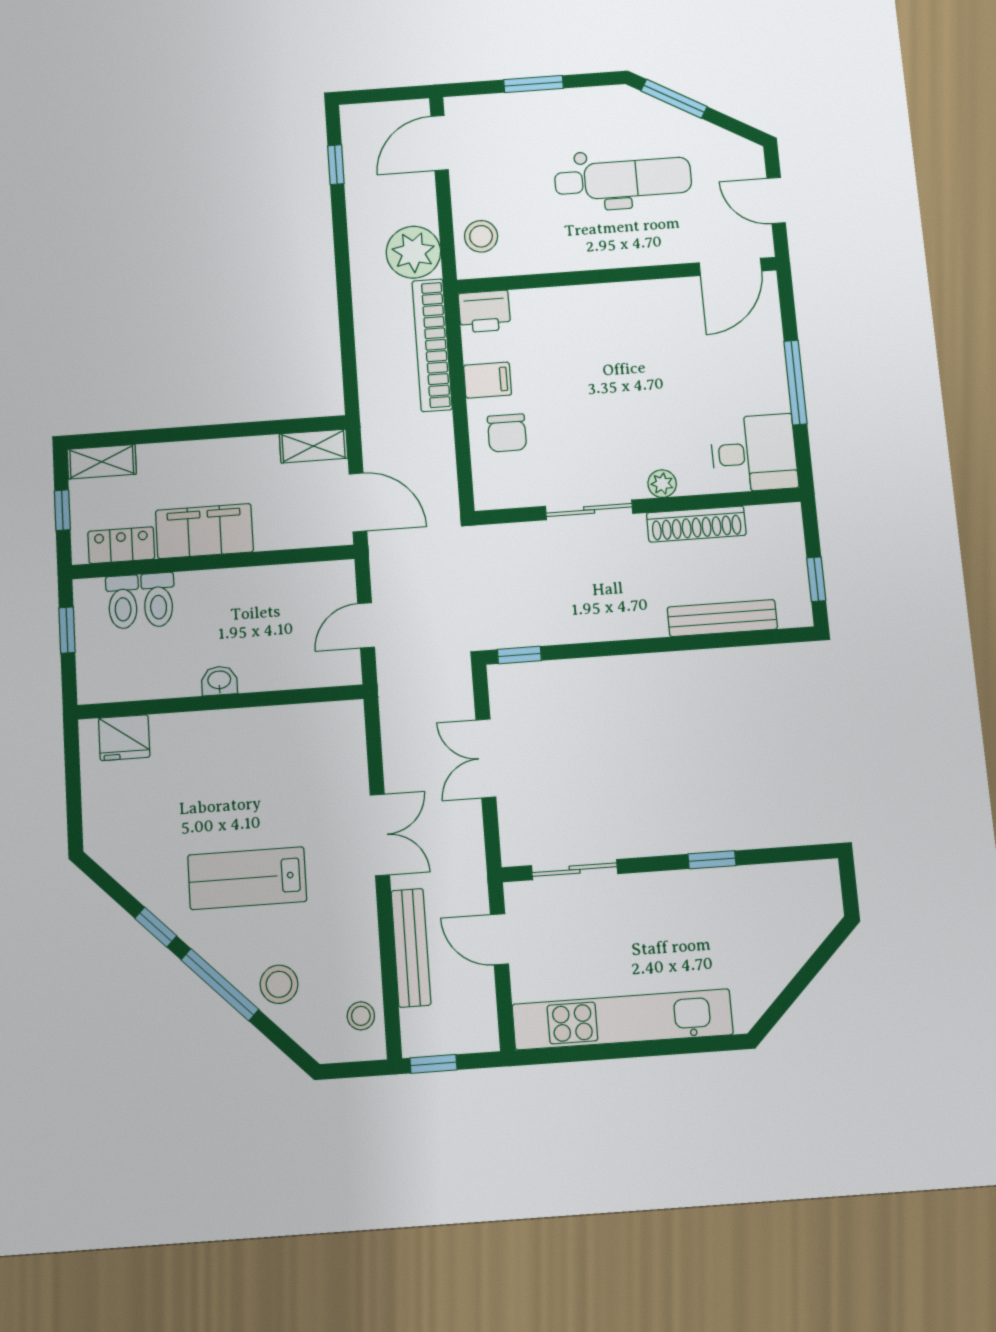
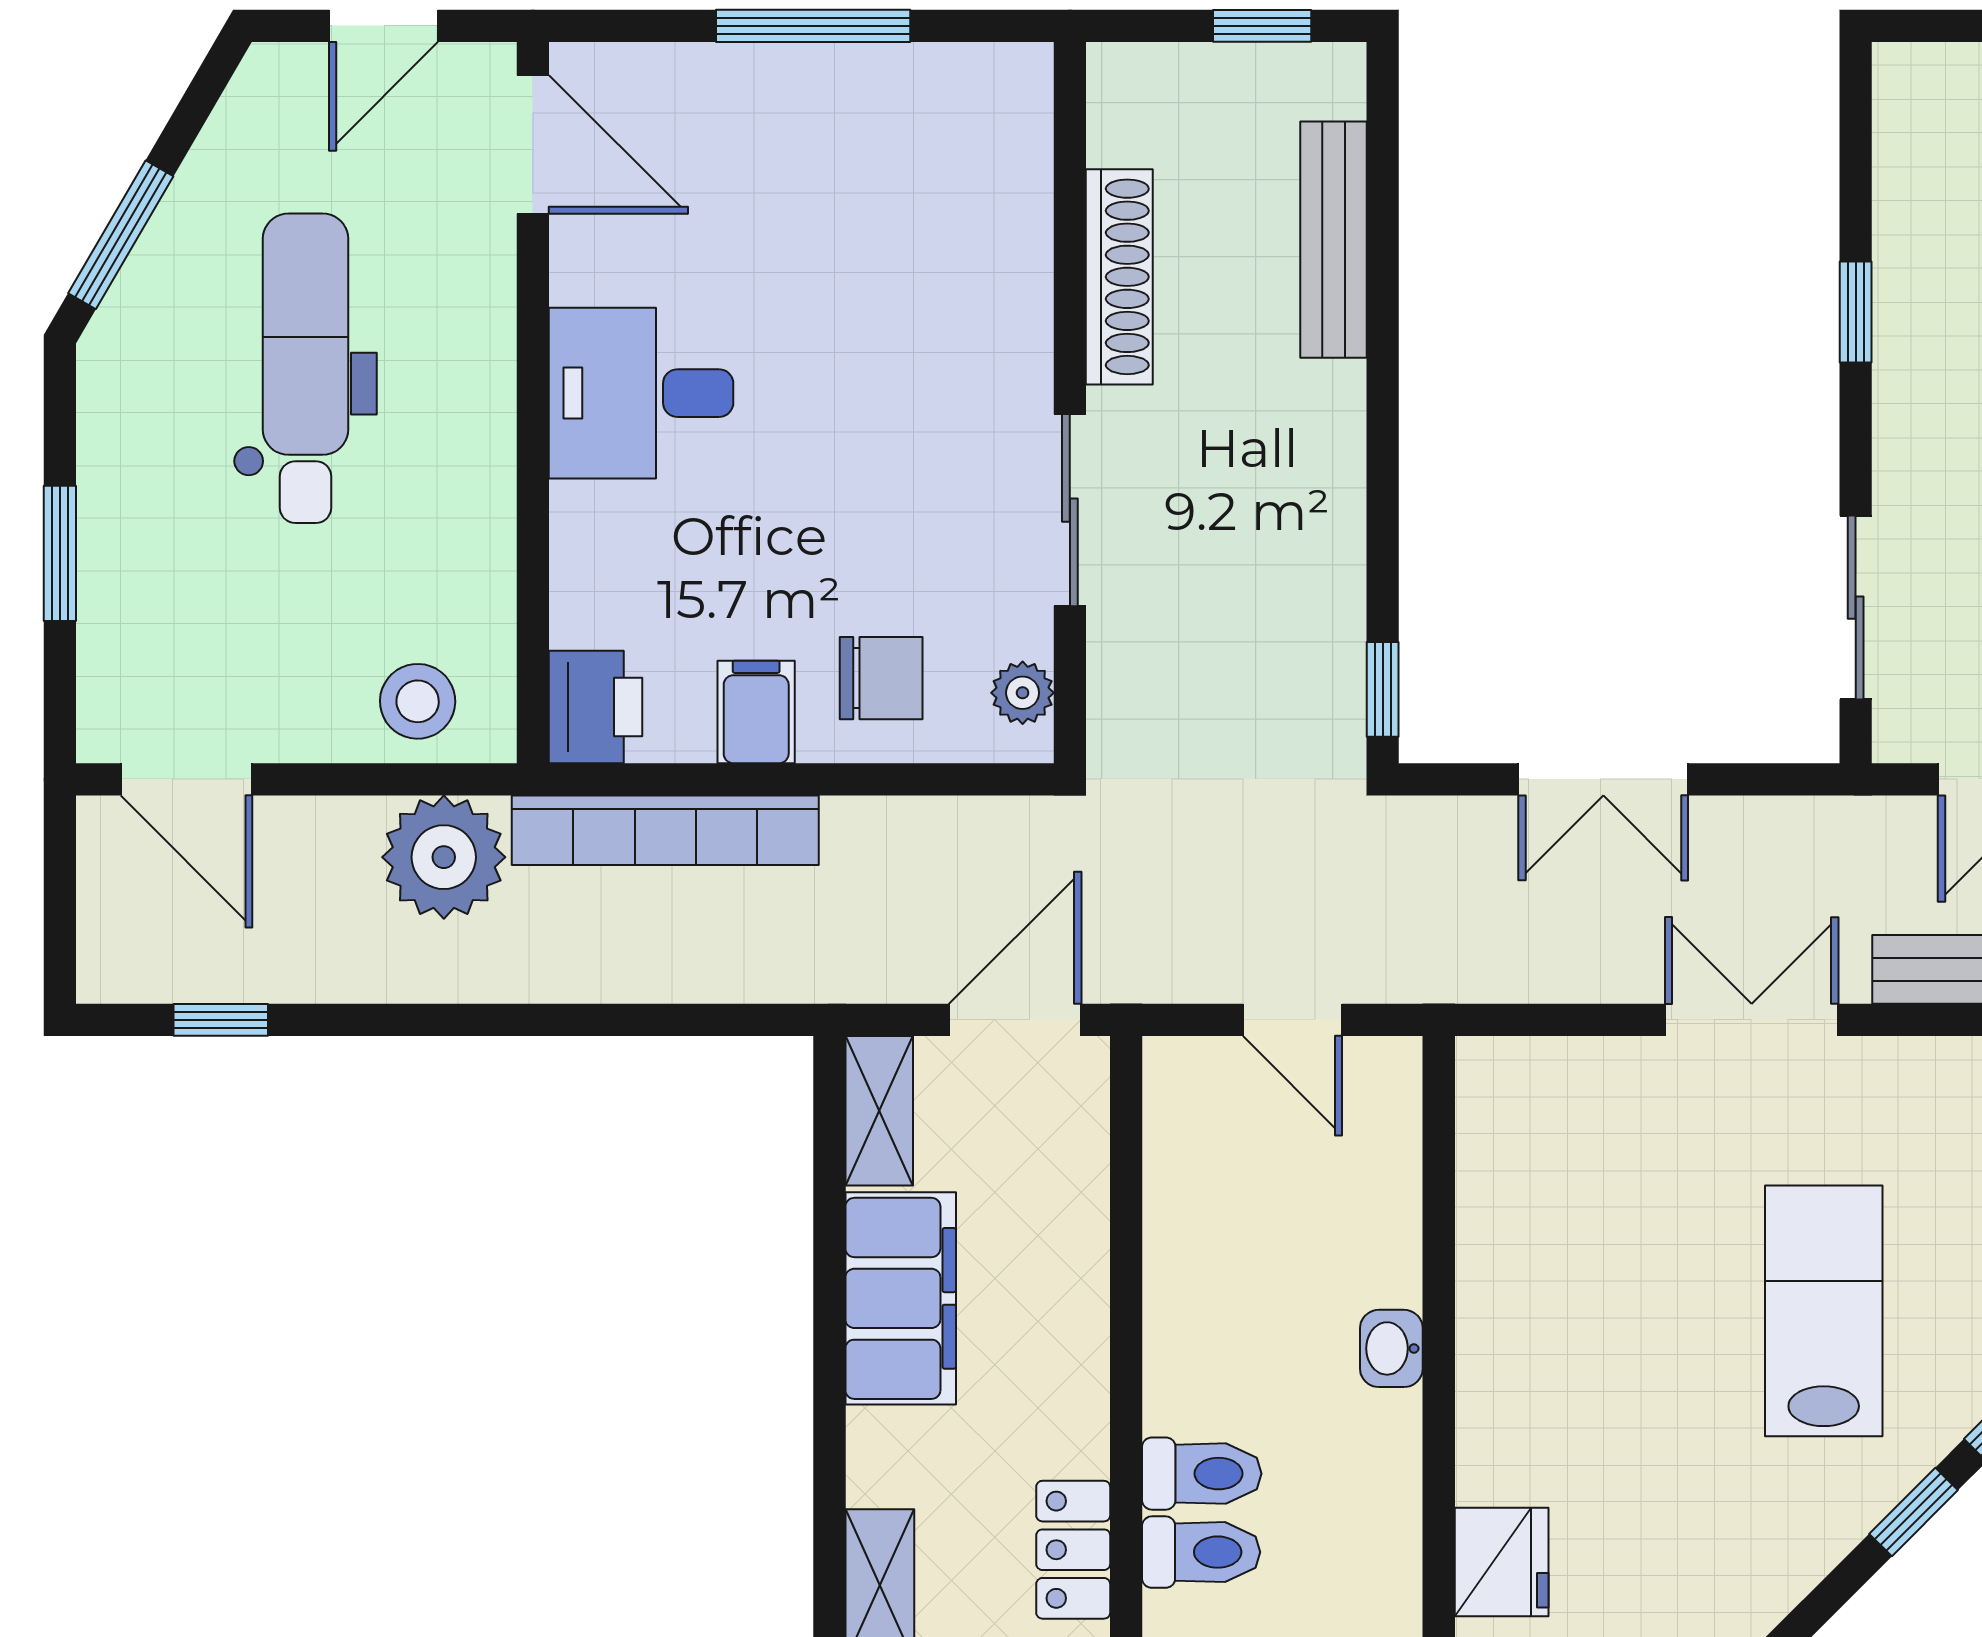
desk: (754, 453) -> (641, 393), moved, turned -90
plant: (662, 484) -> (1023, 693), moved
filing cabinet: (204, 531) -> (901, 1298), moved, turned 180
lab bench: (247, 878) -> (1824, 1311), turned 180

